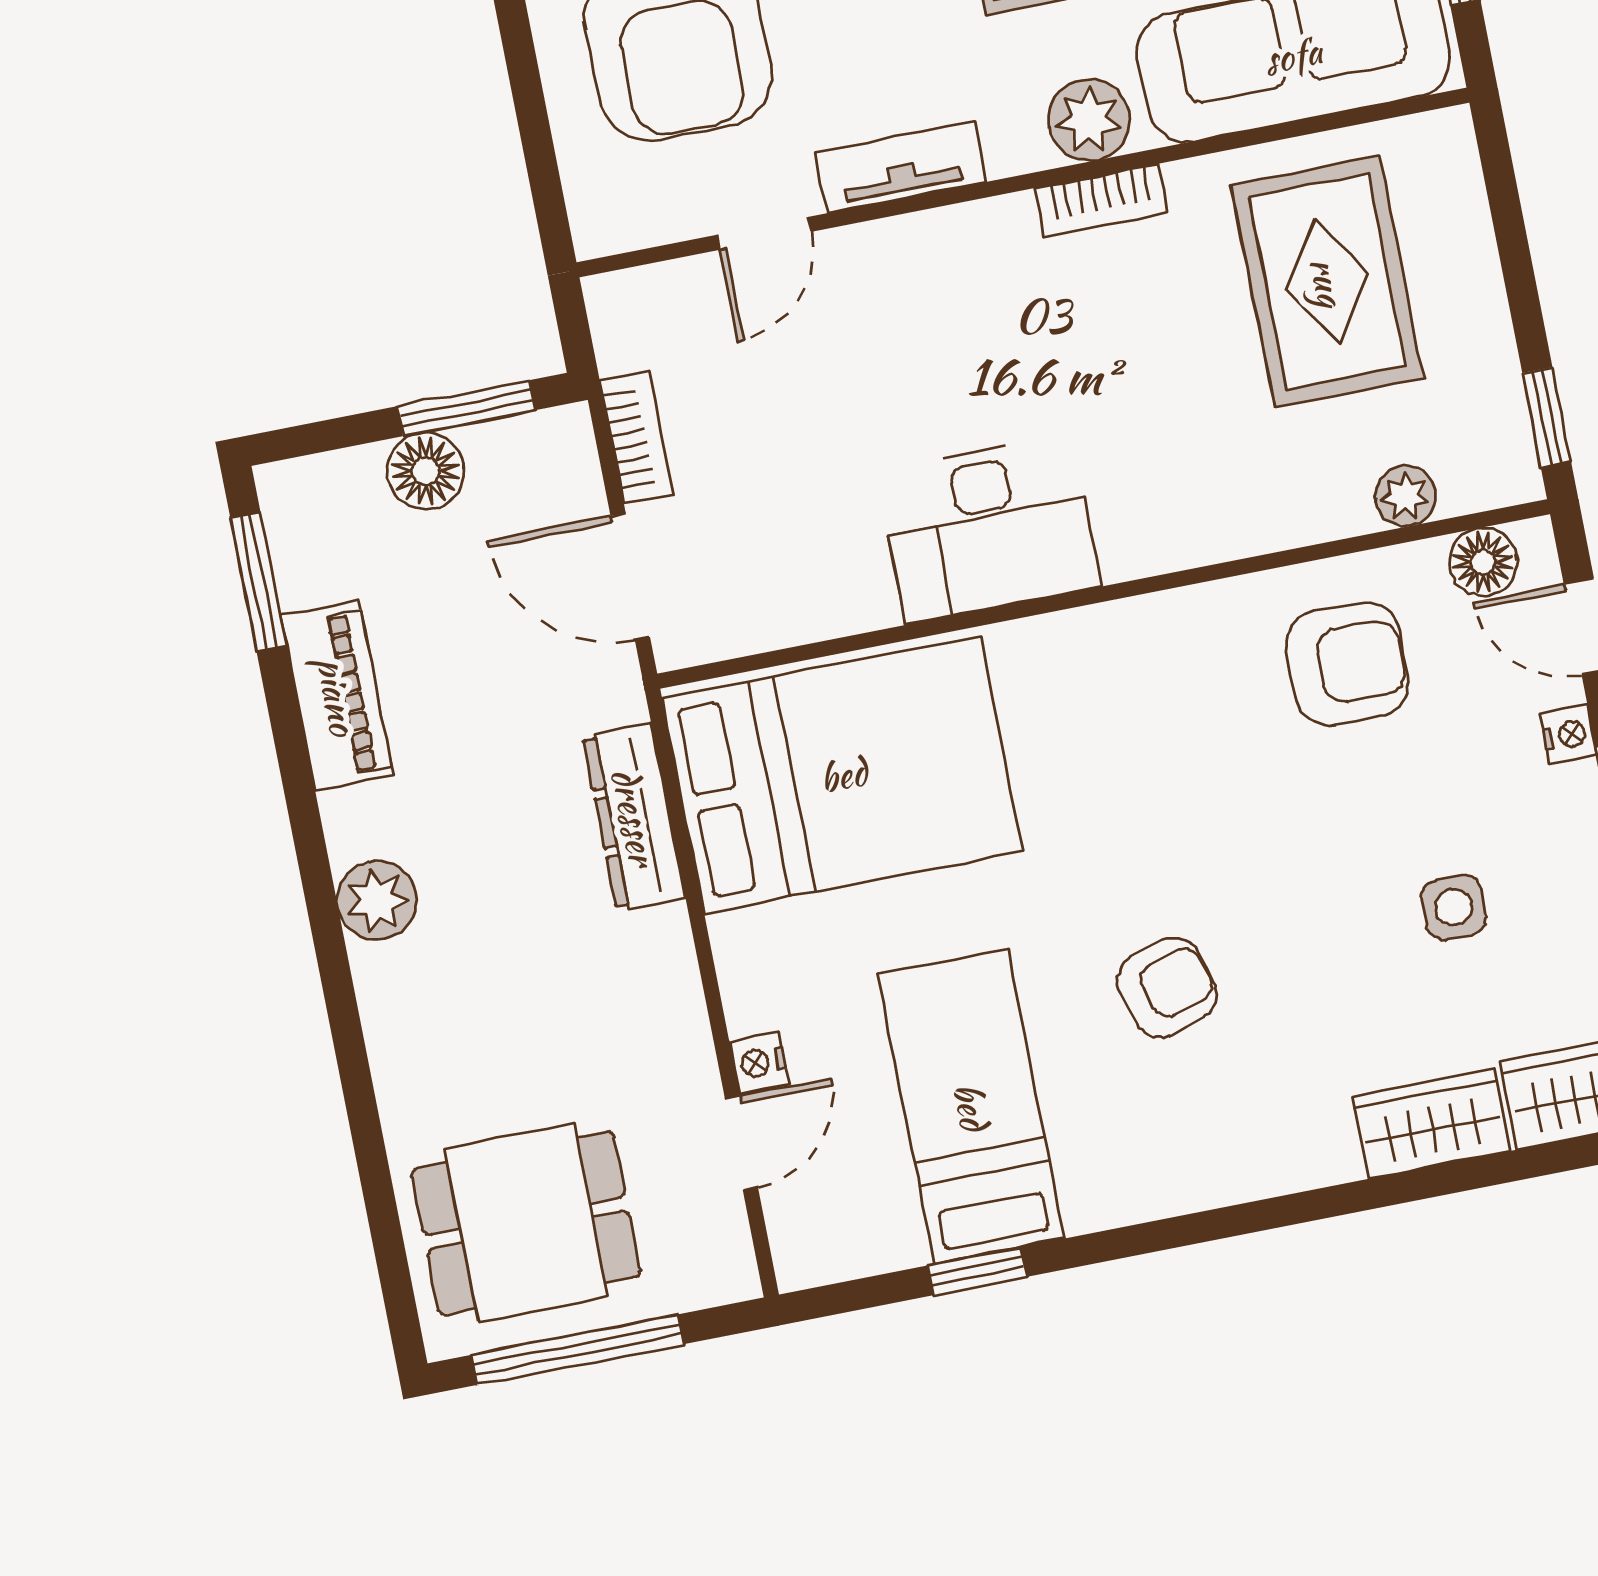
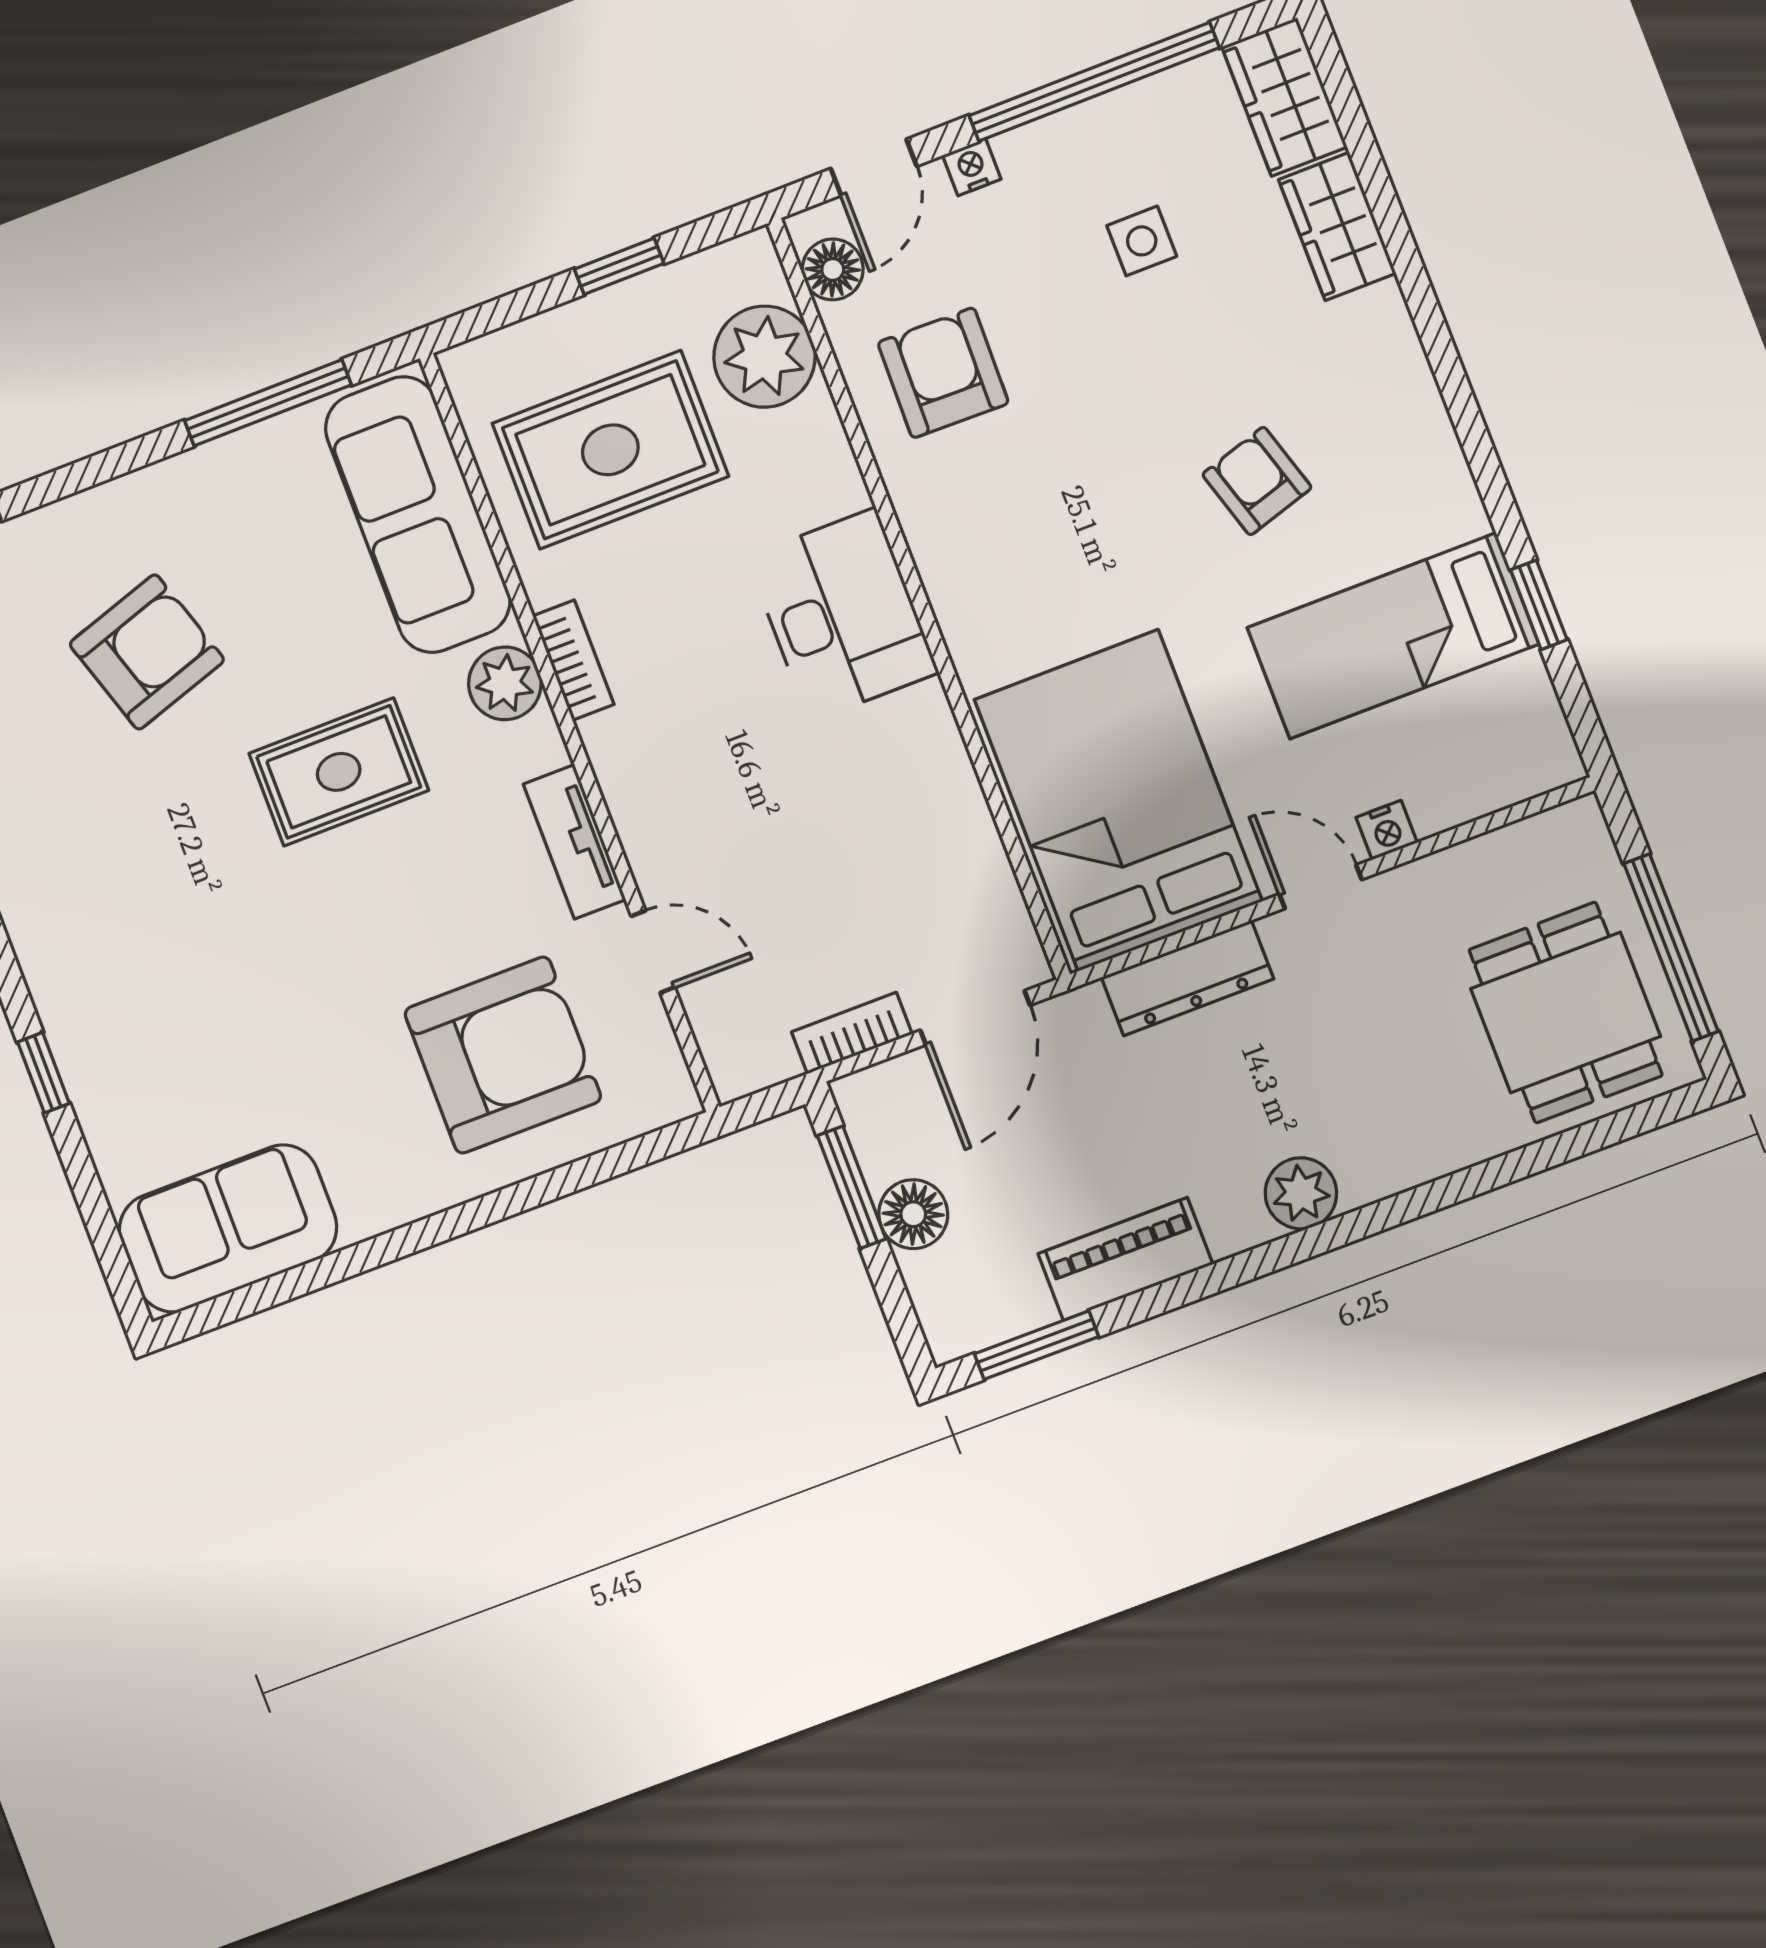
window: (1547, 417) -> (619, 266), moved
plant: (1405, 496) -> (764, 357), width x1.88, depth x1.88
desk: (989, 529) -> (843, 615), moved
door: (741, 1143) -> (1321, 887), moved

